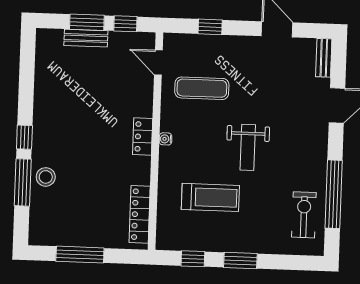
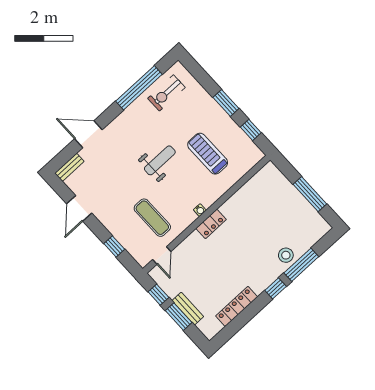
locker: (140, 214) -> (237, 306), moved, turned 180

